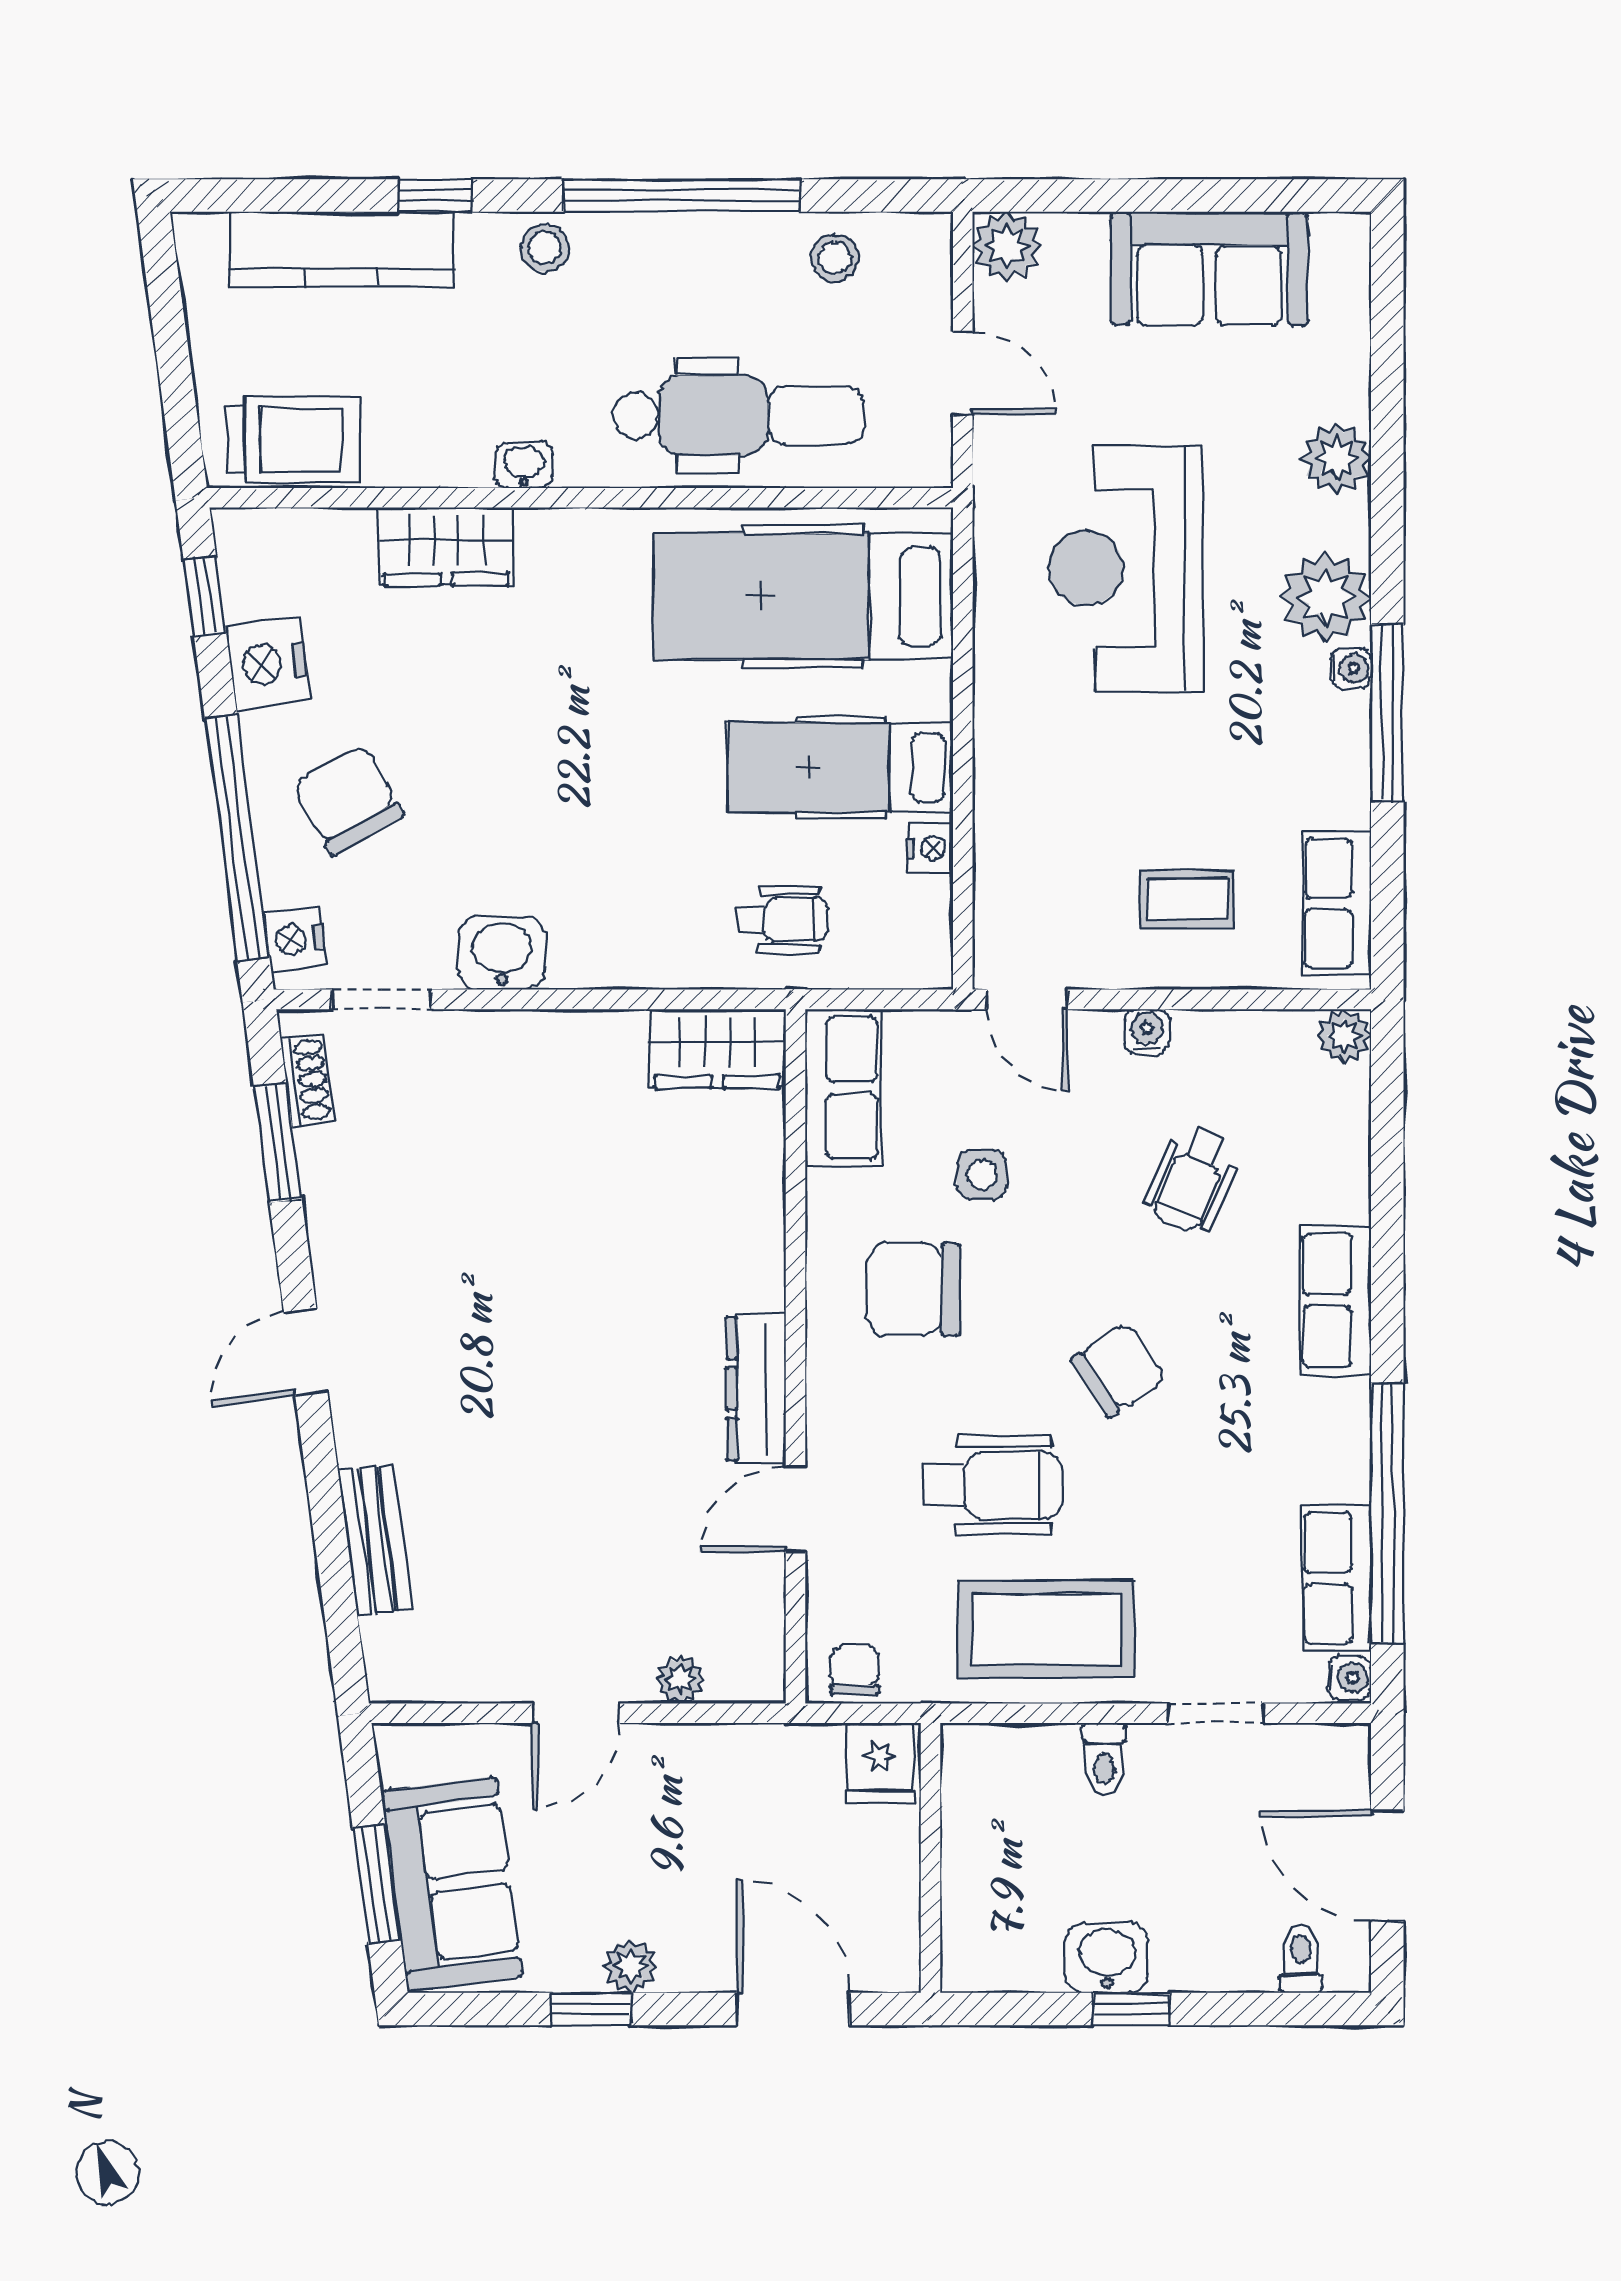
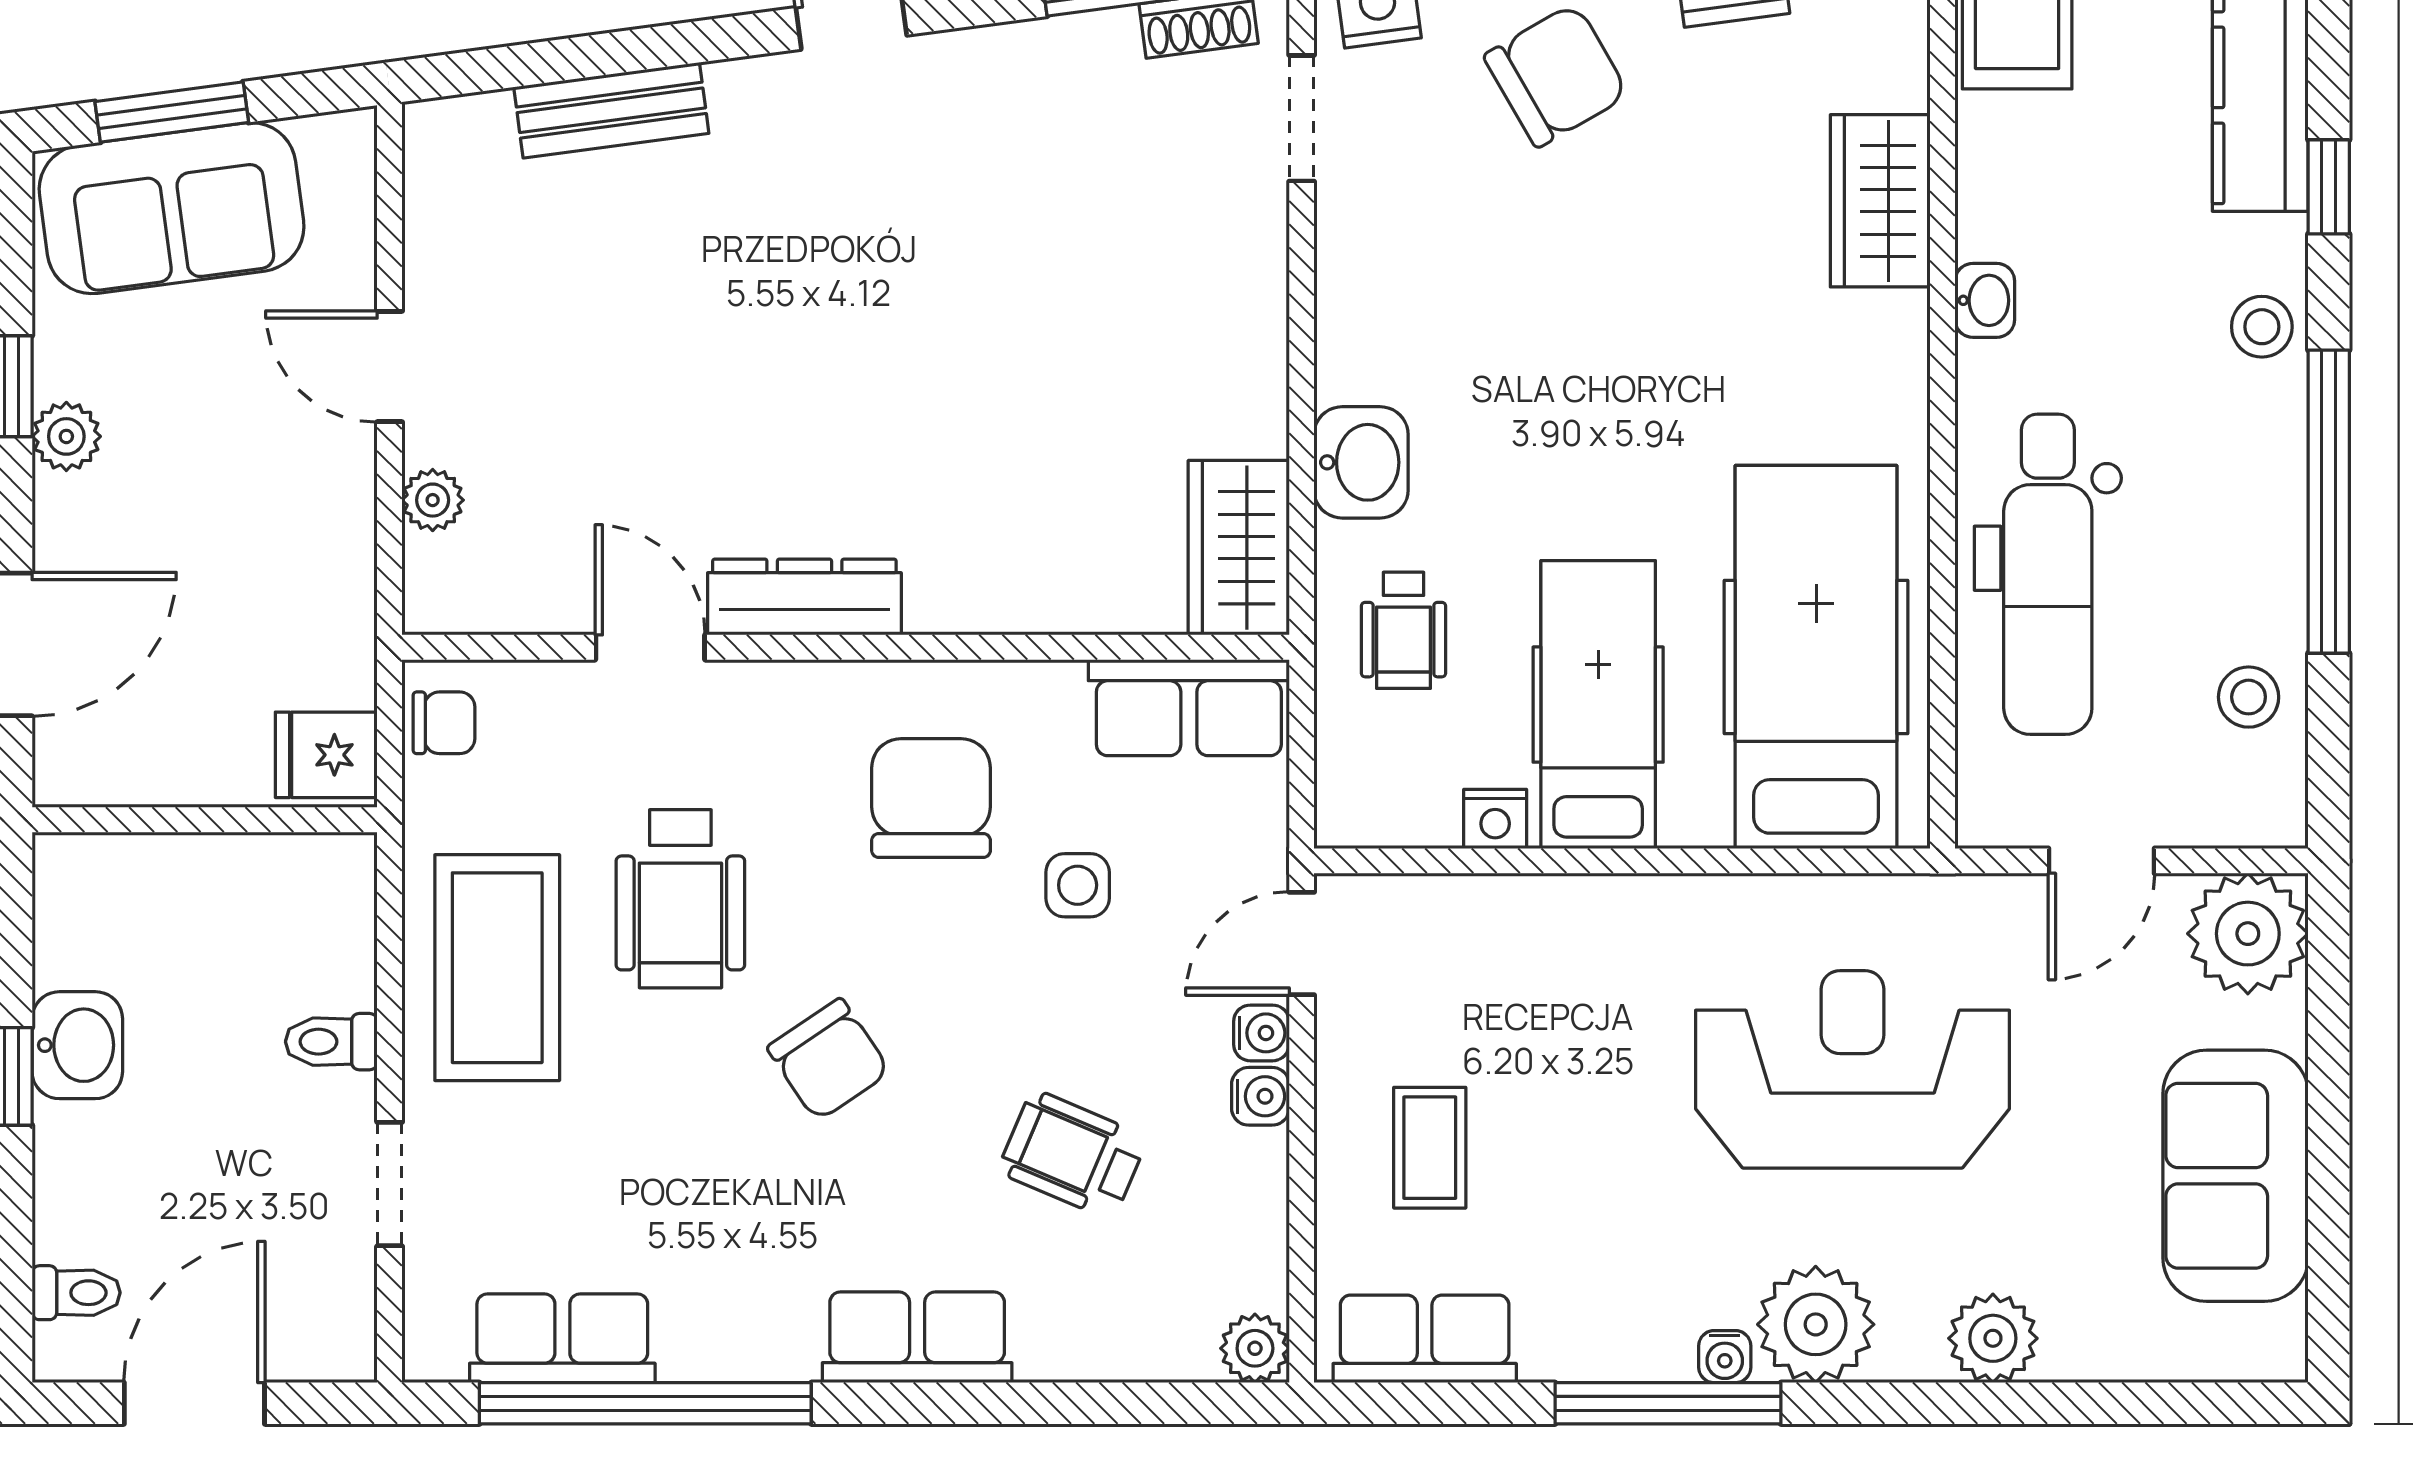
plant: (1007, 246) -> (2248, 934), width x1.36, depth x1.36
washbasin: (502, 953) -> (1361, 462), moved
water cooler: (1349, 1678) -> (1261, 1033), moved, turned -90

